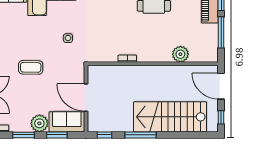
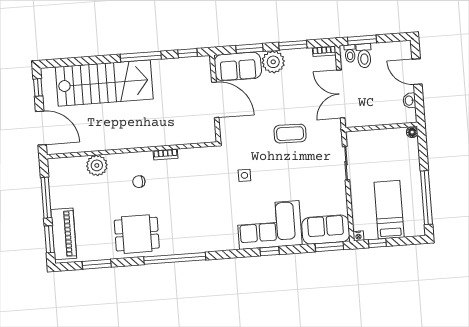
chair: (149, 39) -> (139, 182), added

